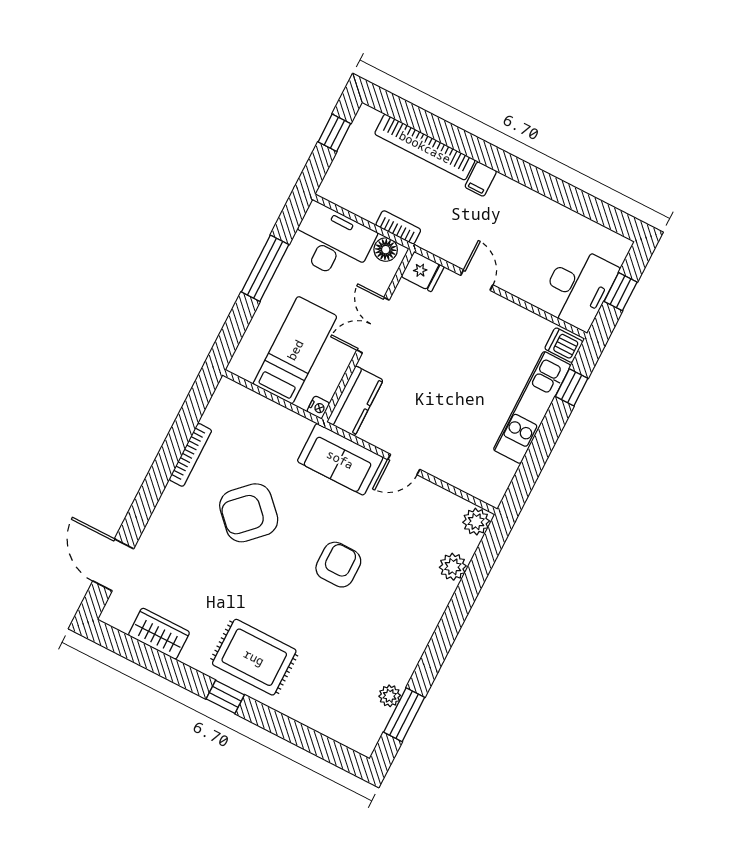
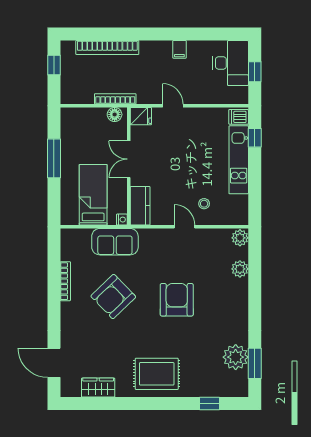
filing cabinet: (481, 179) -> (179, 49), moved
bookcase: (398, 227) -> (115, 99), width x1.56
desk: (332, 242) -> (83, 125), removed
desk: (578, 288) -> (231, 63), moved
stool: (449, 445) -> (204, 204), added
sofa: (340, 459) -> (115, 242), moved
door: (404, 464) -> (185, 227), swing flipped
armchair: (338, 565) -> (177, 300), width x1.36, depth x1.36
plant: (390, 696) -> (236, 357), width x1.87, depth x1.87
window: (225, 697) -> (209, 404), moved

